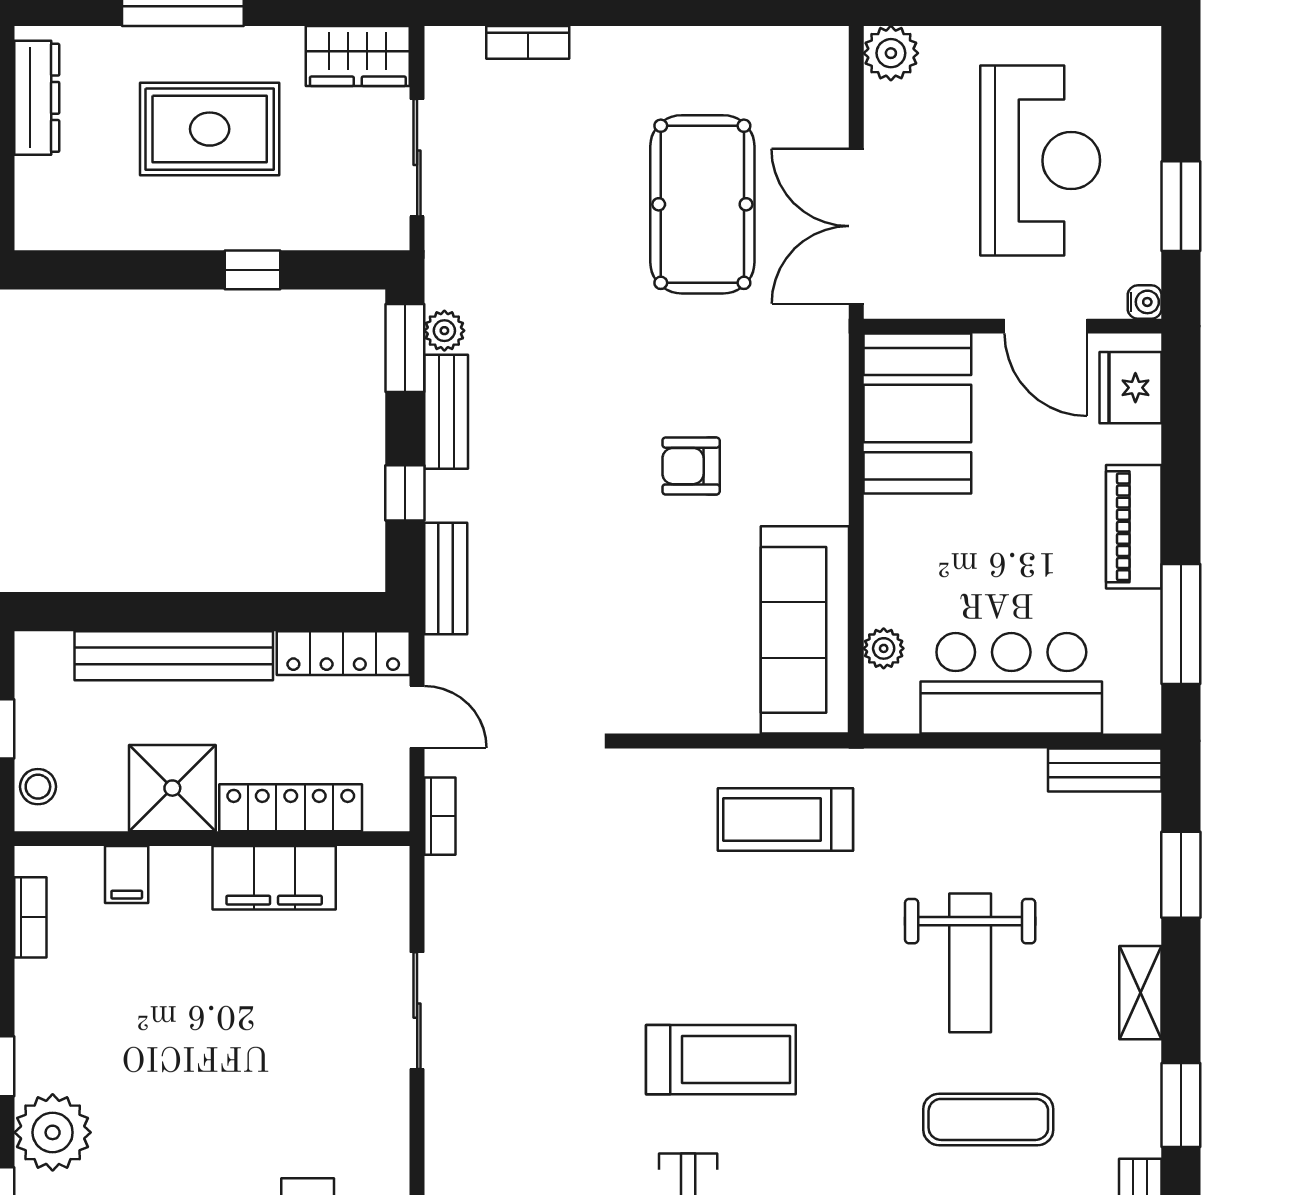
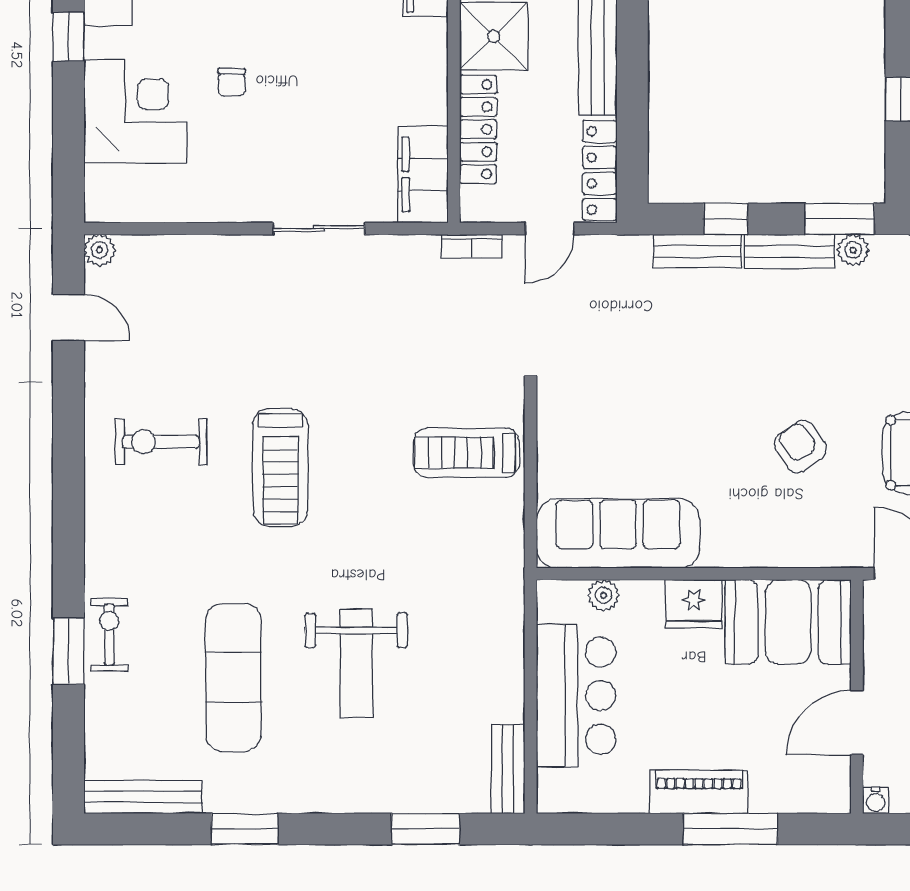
fridge: (1131, 388) -> (694, 604), moved, turned 180
armchair: (691, 466) -> (800, 447), moved, turned -34
bench: (446, 578) -> (698, 251), moved
window: (1181, 624) -> (730, 829), moved
treadmill: (785, 820) -> (466, 453), moved, turned -90
filing cabinet: (274, 878) -> (423, 174), moved
weight bench: (970, 963) -> (356, 663), turned -90
shelving: (1140, 993) -> (333, 797), removed
exercise mat: (988, 1119) -> (233, 678), width x1.36, depth x1.45
chair: (231, 1121) -> (232, 82), added

